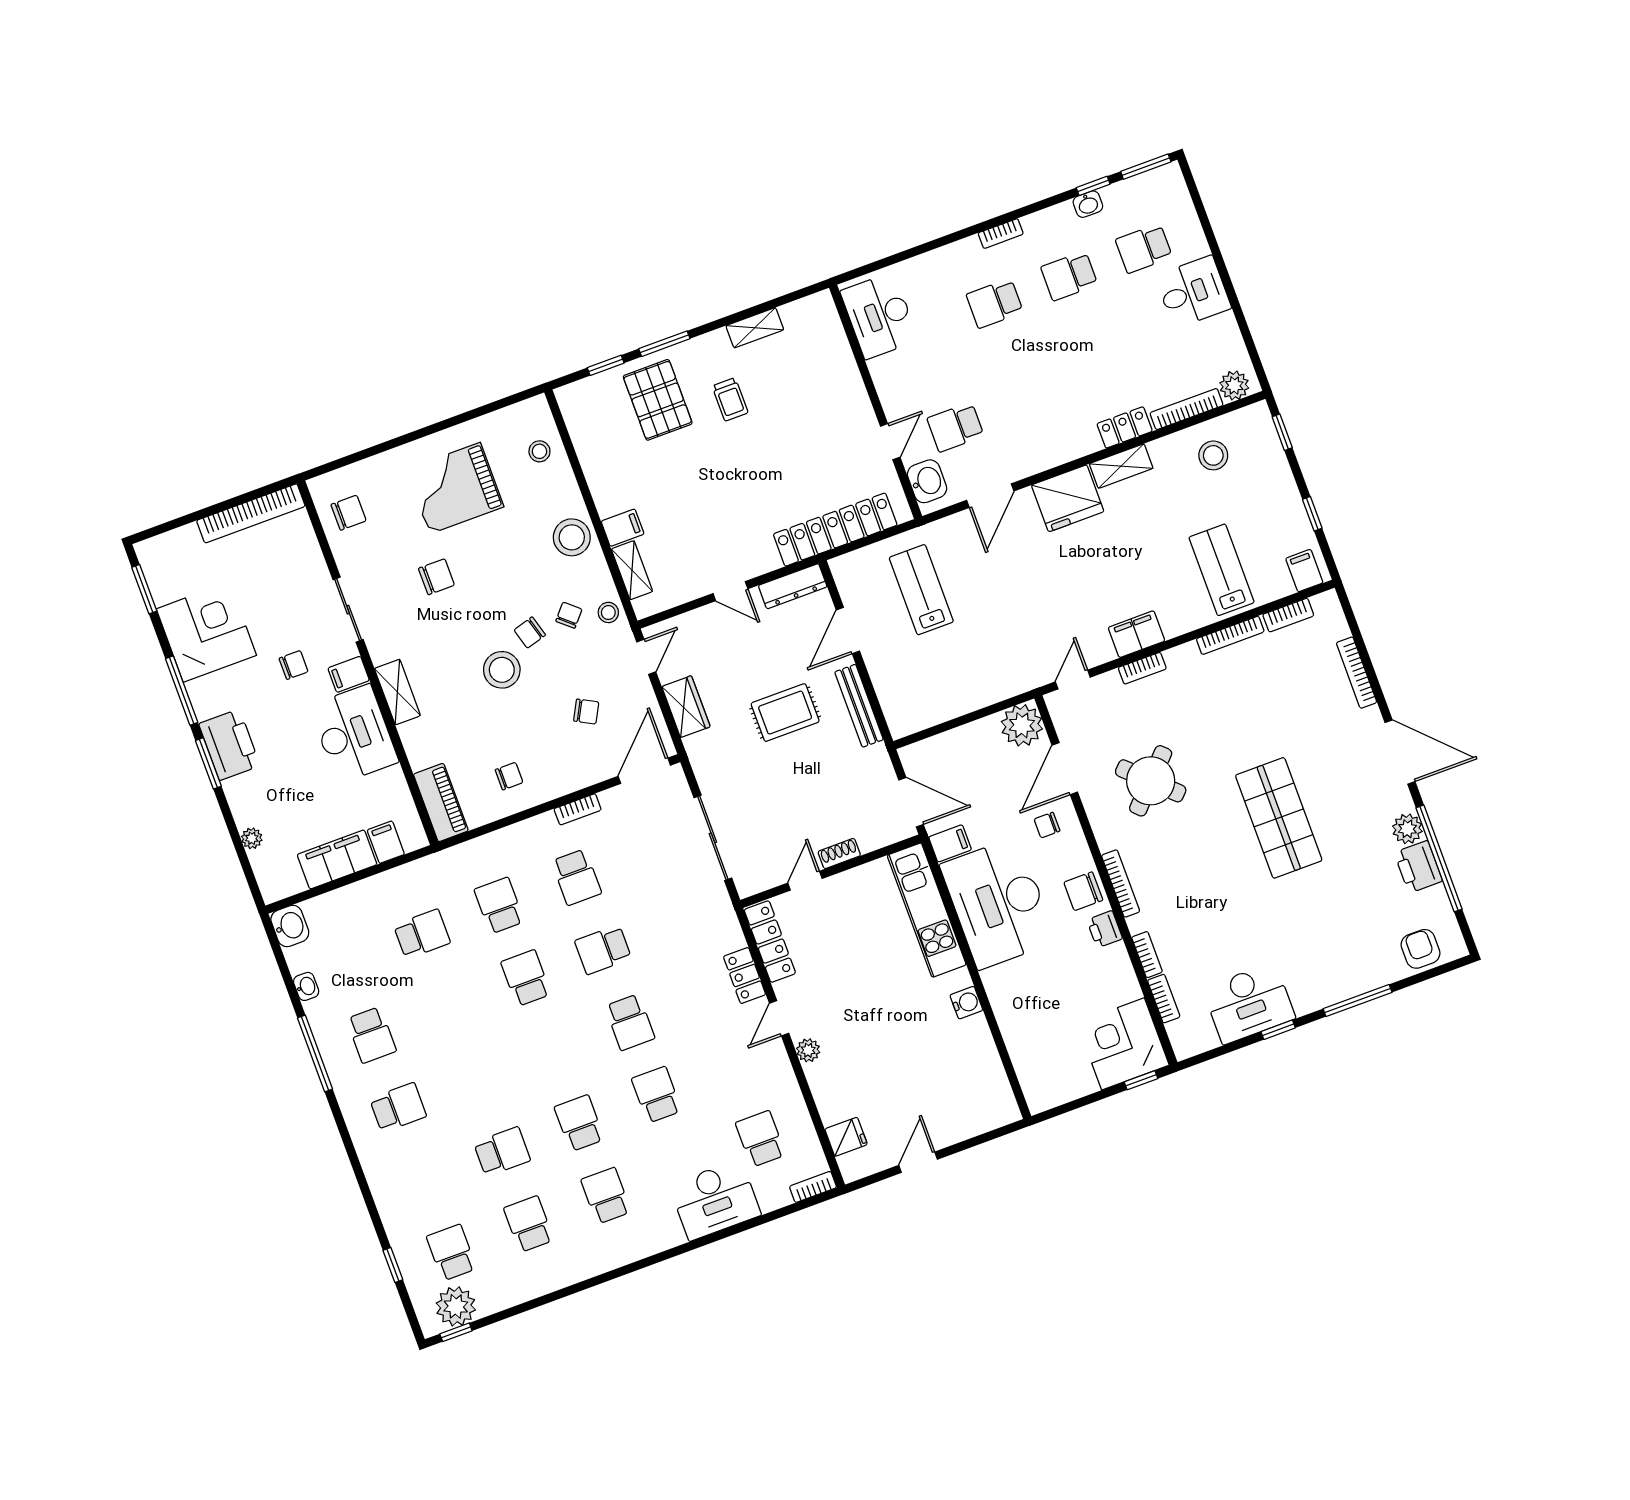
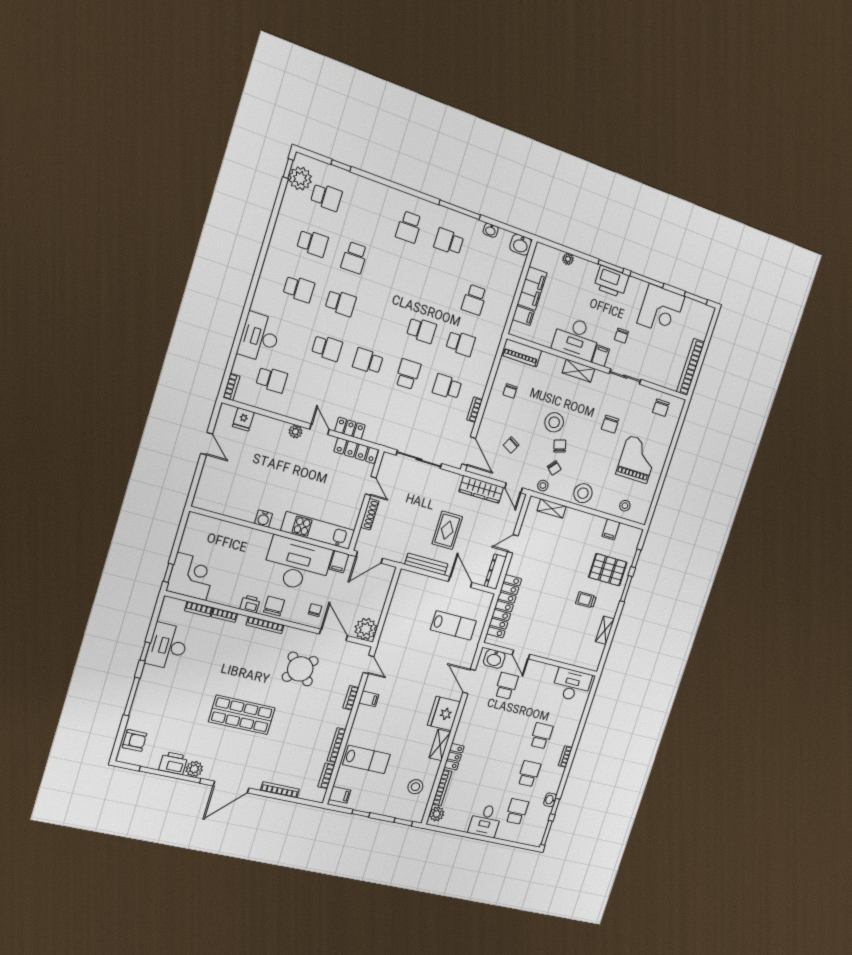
filing cabinet: (623, 528) -> (611, 529), moved
filing cabinet: (1137, 634) -> (369, 699), width x0.50
wardrobe: (686, 707) -> (481, 489), width x1.50
shoe rack: (839, 854) -> (370, 514), width x1.43

